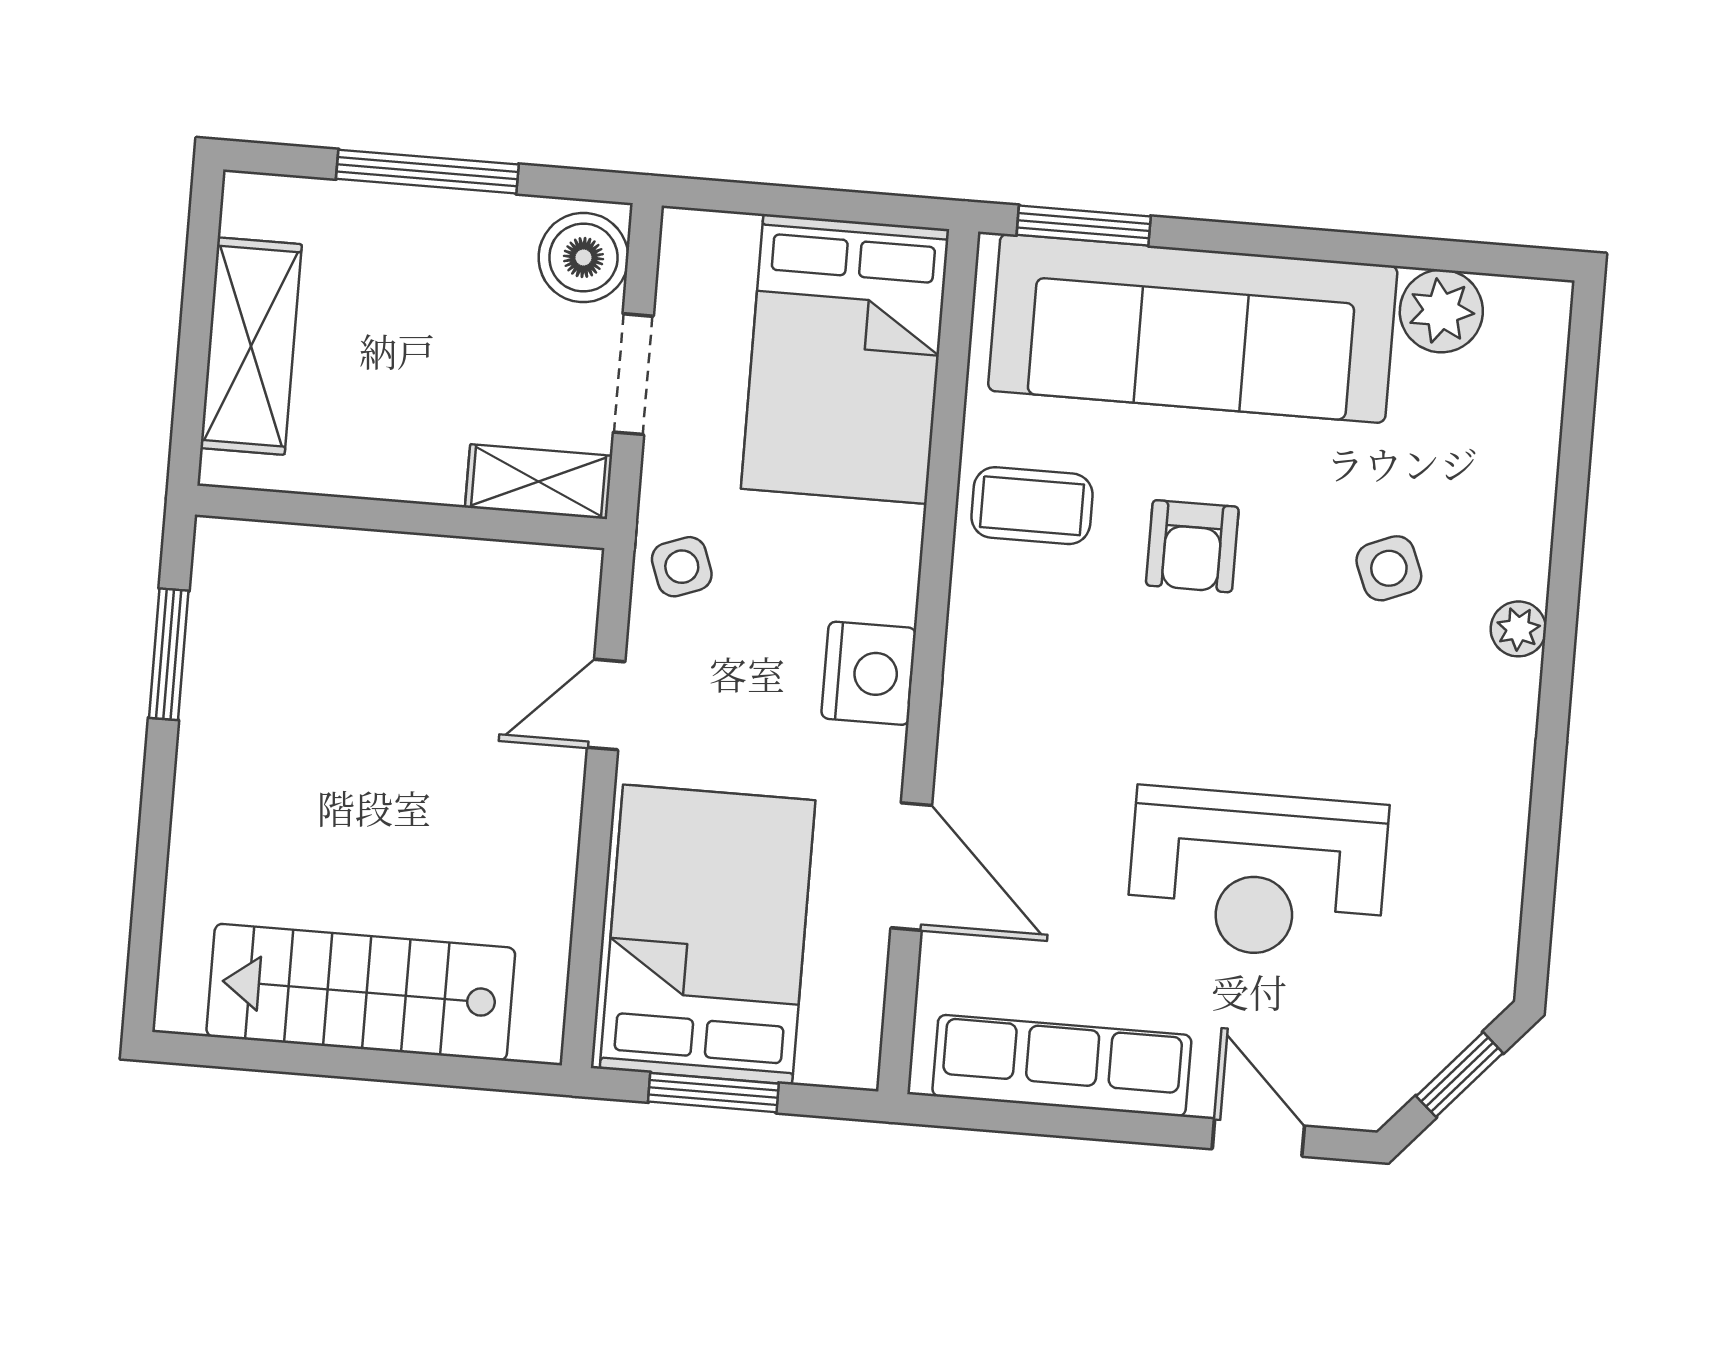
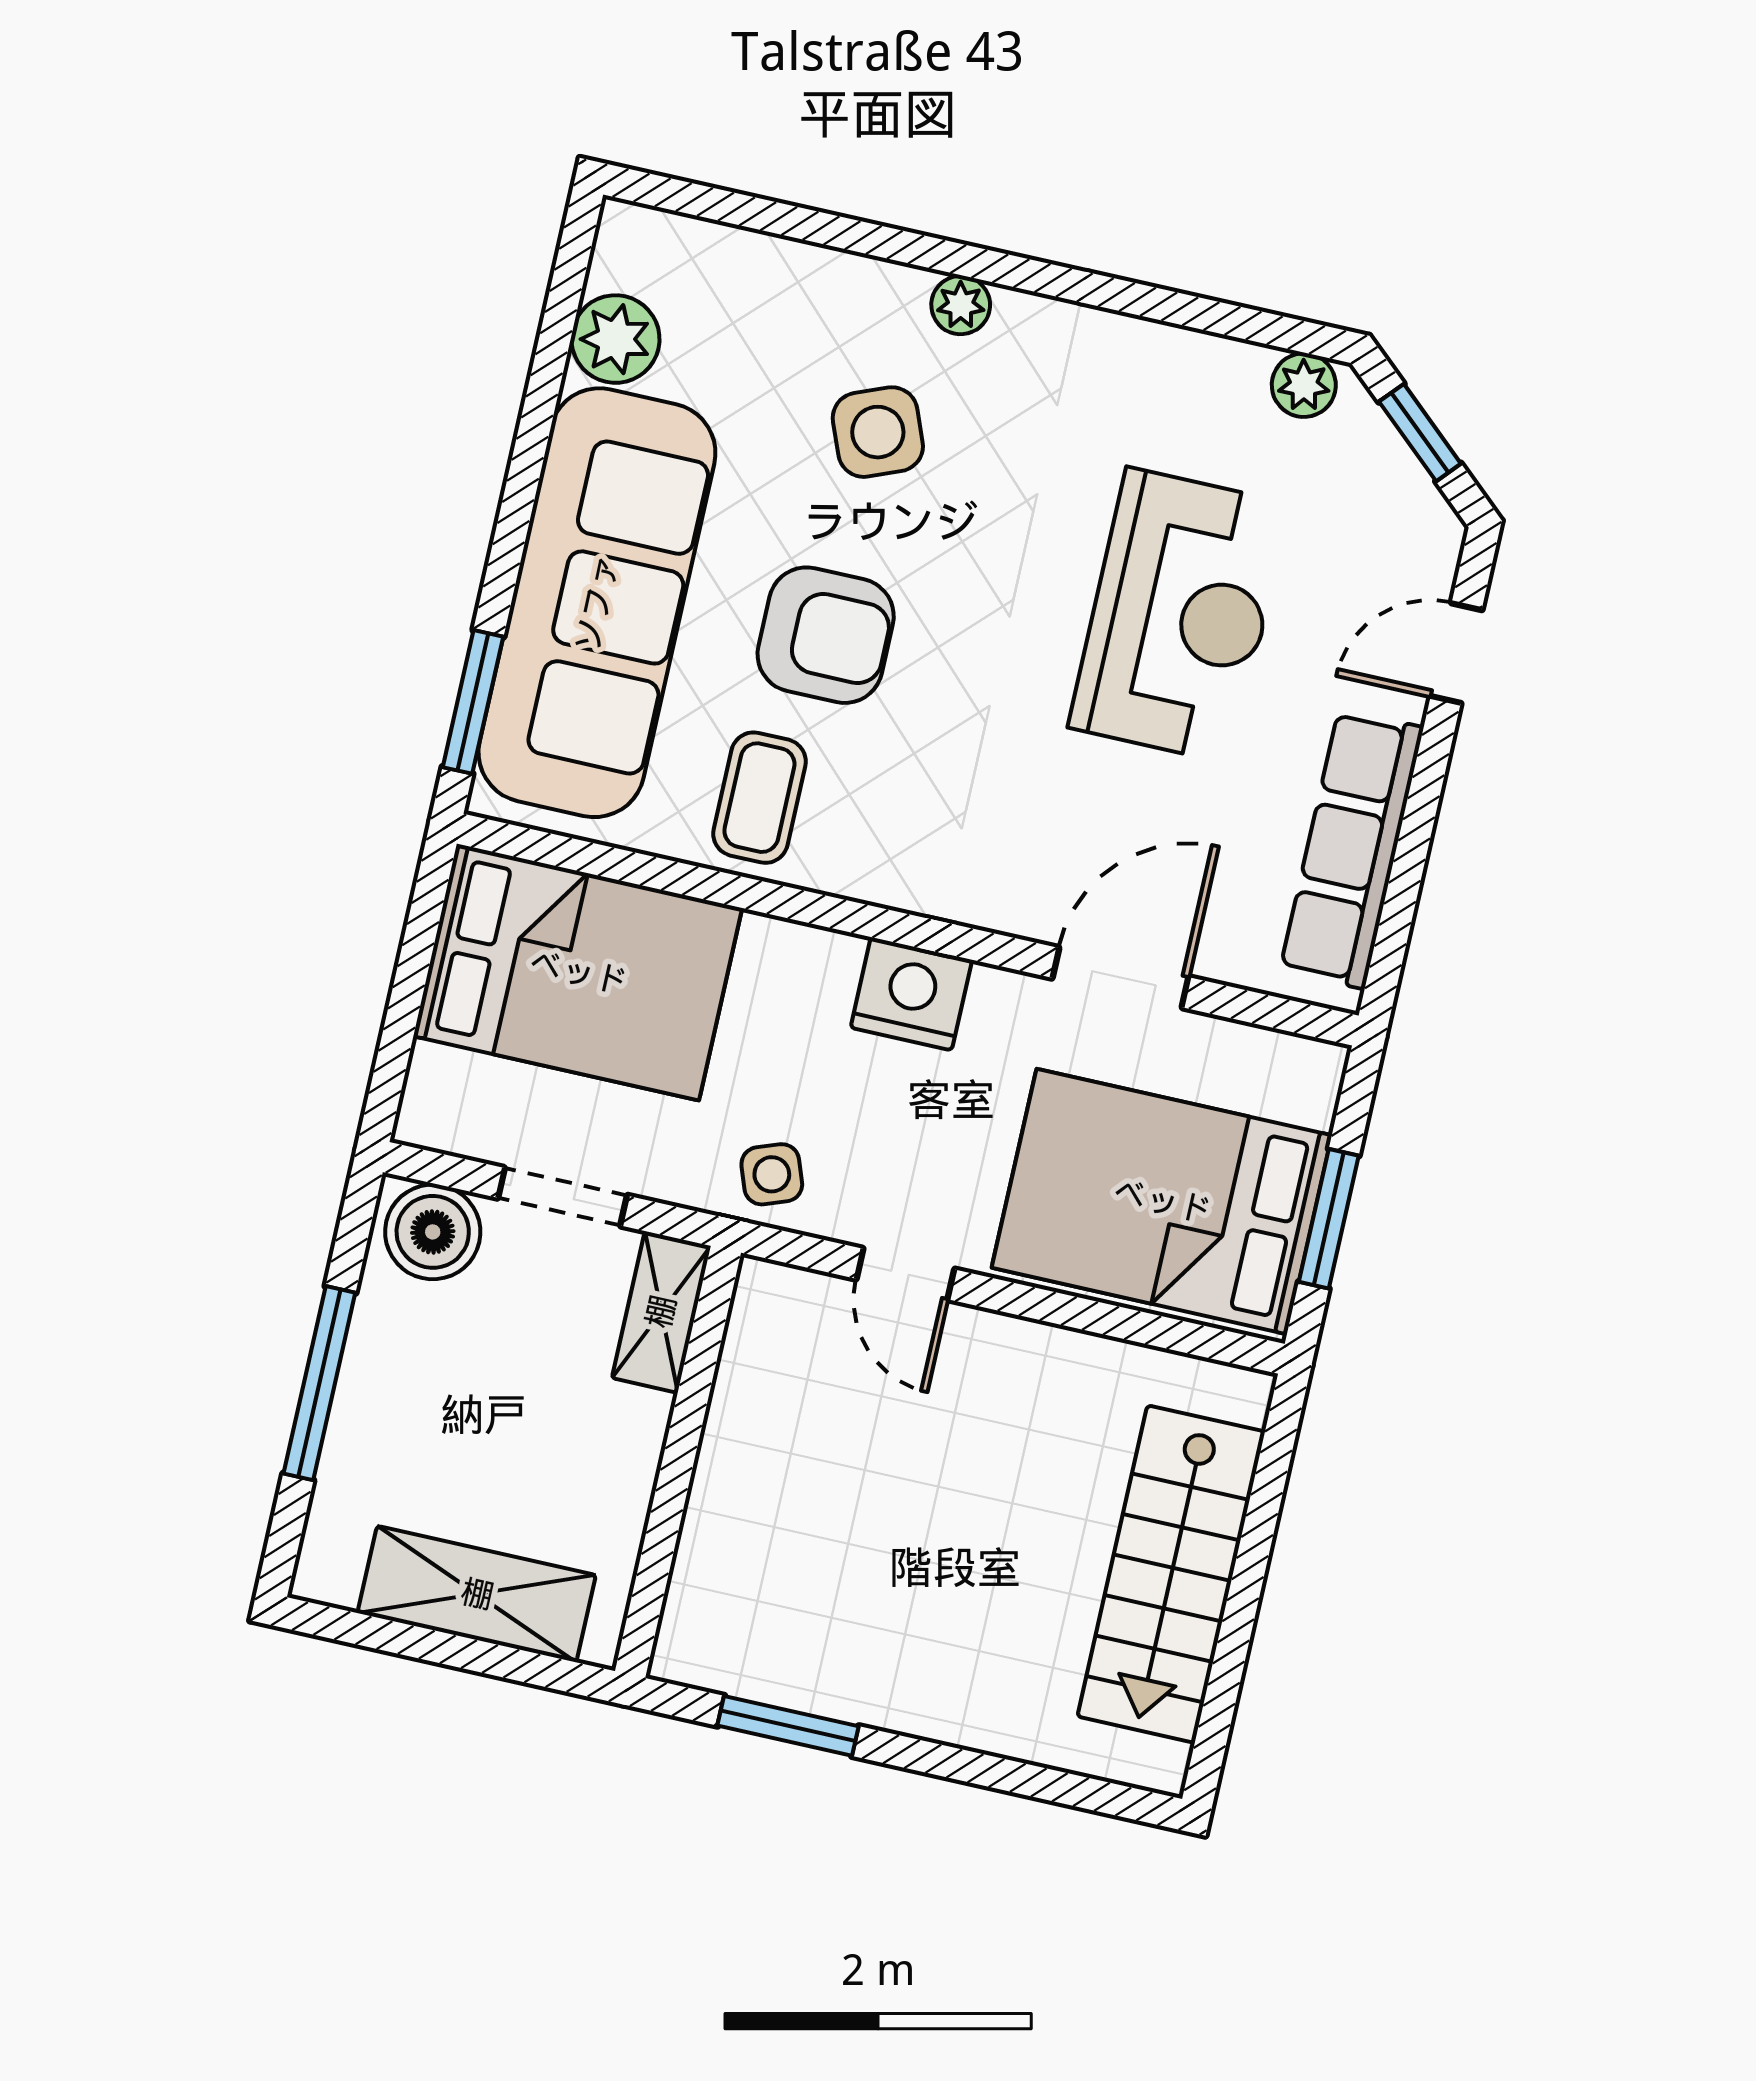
armchair: (1192, 546) -> (826, 635), width x1.38, depth x1.38
side table: (1389, 568) -> (878, 432), width x1.37, depth x1.37
plant: (1489, 960) -> (1304, 385), added

